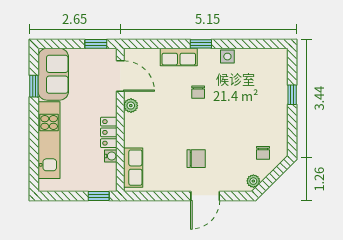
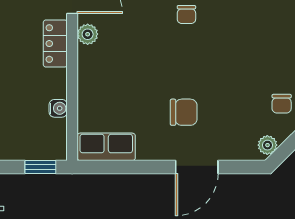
locker: (109, 132) -> (55, 44), moved
row of seats: (133, 168) -> (106, 147), moved, turned -90

